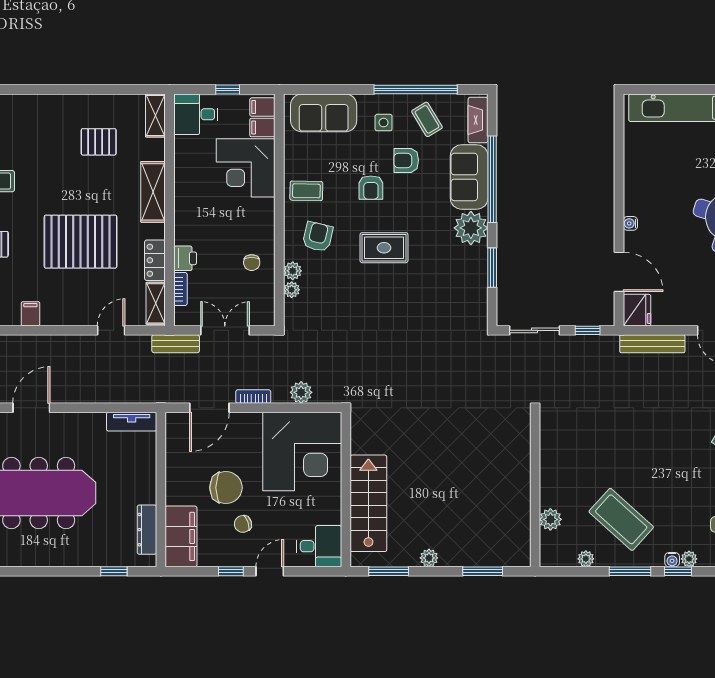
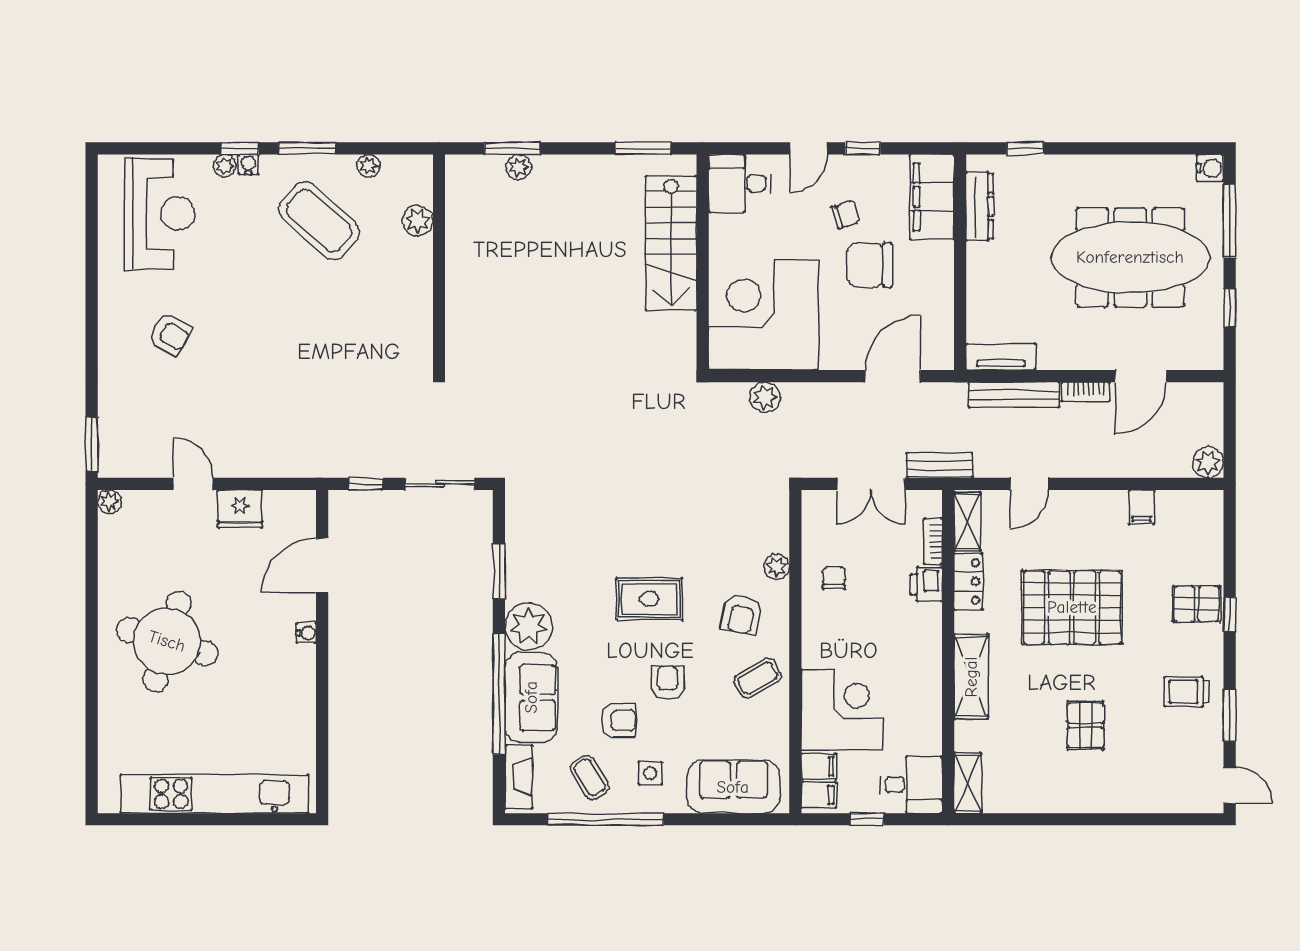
pallet: (99, 142) -> (1086, 725), moved, turned 90
coffee table: (306, 191) -> (758, 678), turned -31
door: (619, 272) -> (322, 565), hinge flipped
plant: (292, 290) -> (778, 540), removed
fridge: (637, 310) -> (240, 509), moved, turned -90
bench: (652, 344) -> (1014, 395), moved
bookcase: (253, 397) -> (1086, 392), moved
plant: (429, 558) -> (519, 167), moved

